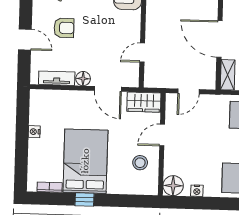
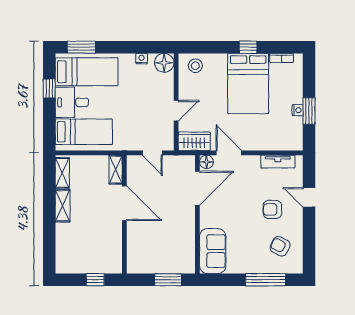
door: (142, 53) -> (197, 188), width x1.88
floor lamp: (83, 79) -> (206, 162), moved
door: (189, 91) -> (152, 153), swing flipped
window: (22, 130) -> (309, 111), added
stool: (140, 163) -> (195, 66), moved

